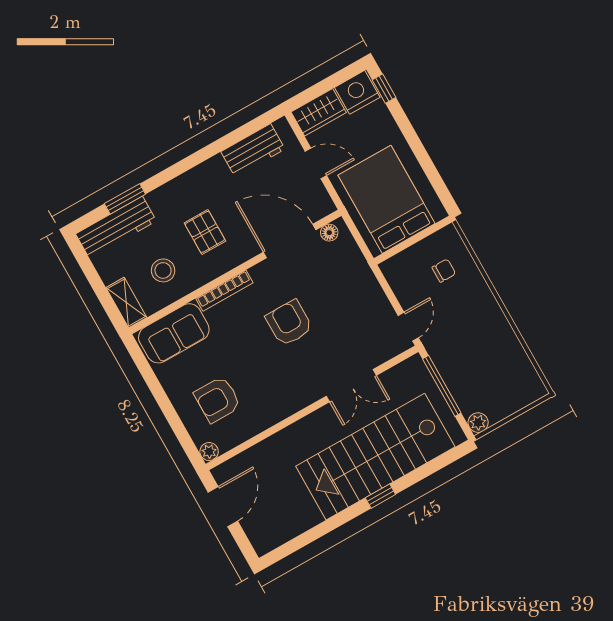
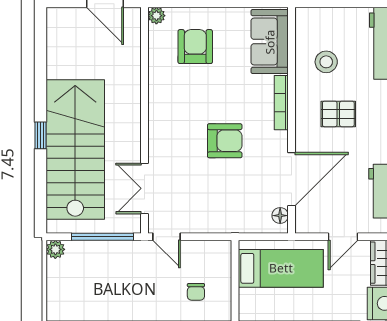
bed: (387, 199) -> (281, 268), width x0.67
shelving: (126, 303) -> (317, 17), removed
double door: (351, 386) -> (145, 188), moved

